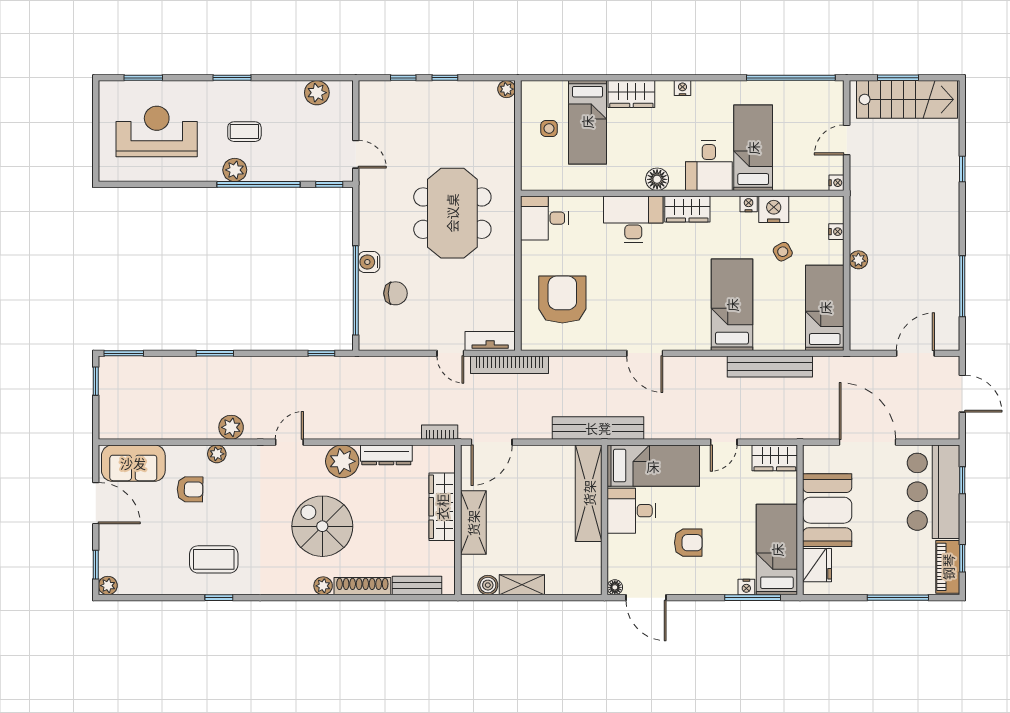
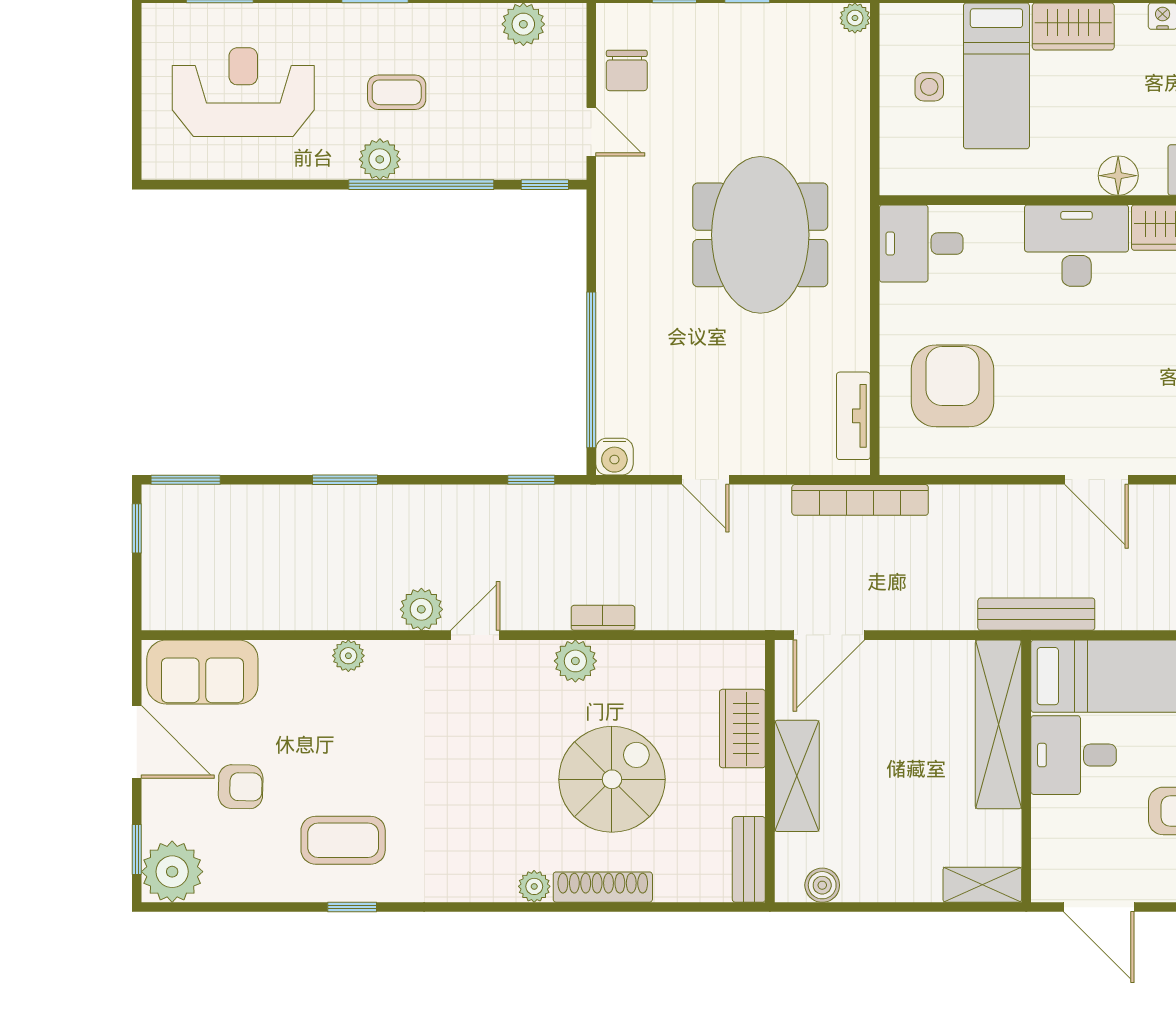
water cooler: (369, 262) -> (614, 457), moved, turned -90
chair: (395, 293) -> (627, 70), moved, turned 90
tv unit: (490, 341) -> (853, 416), moved, turned -90
door: (450, 353) -> (706, 480), moved
plant: (231, 427) -> (421, 609), moved
bench: (598, 428) -> (1036, 614), width x0.73, depth x0.82
bookcase: (440, 432) -> (603, 618), moved
dresser: (386, 455) -> (645, 657), removed
plant: (342, 461) -> (575, 661), width x0.73, depth x0.73
armchair: (190, 489) -> (241, 787), moved
wardrobe: (442, 507) -> (742, 729), width x0.67
spiral stairs: (322, 526) -> (612, 779), moved, turned 90
shelving: (522, 585) -> (982, 885), moved
plant: (108, 586) -> (172, 872), width x1.88, depth x1.88
bench: (417, 586) -> (749, 859), moved, turned 90
floor lamp: (615, 587) -> (1044, 889), removed

